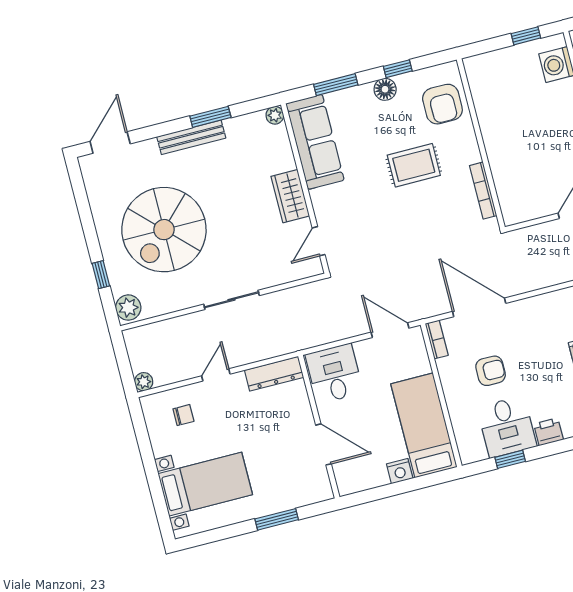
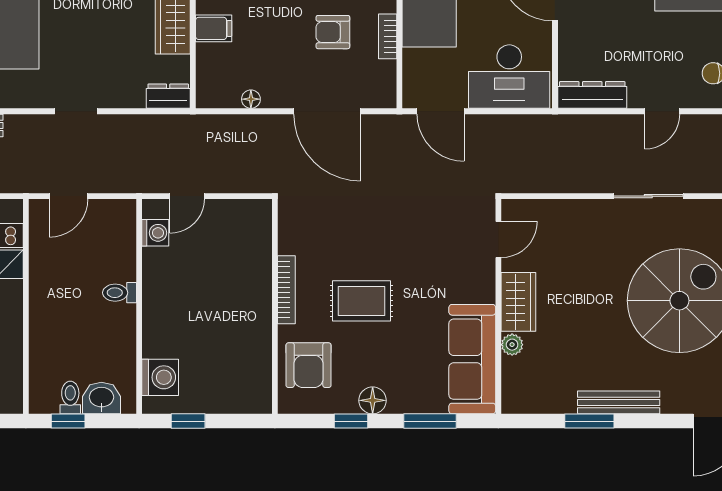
armchair: (442, 104) -> (309, 365), turned 180
plant: (275, 115) -> (512, 345), moved
bookcase: (483, 191) -> (286, 290), moved
sliding door: (231, 300) -> (648, 196), moved
floor lamp: (541, 301) -> (251, 99), added
bookcase: (437, 339) -> (388, 36), moved
desk: (334, 374) -> (509, 77), width x1.37

